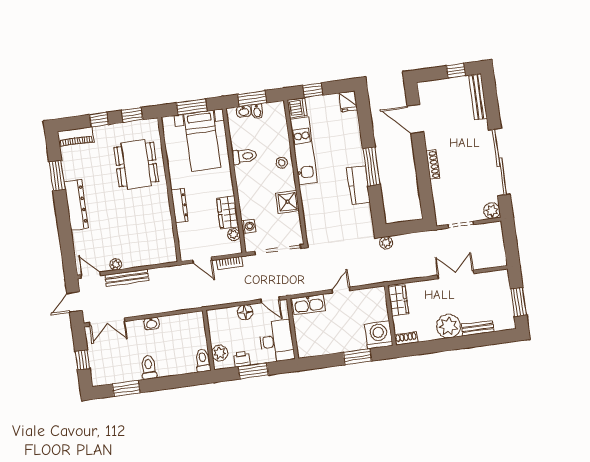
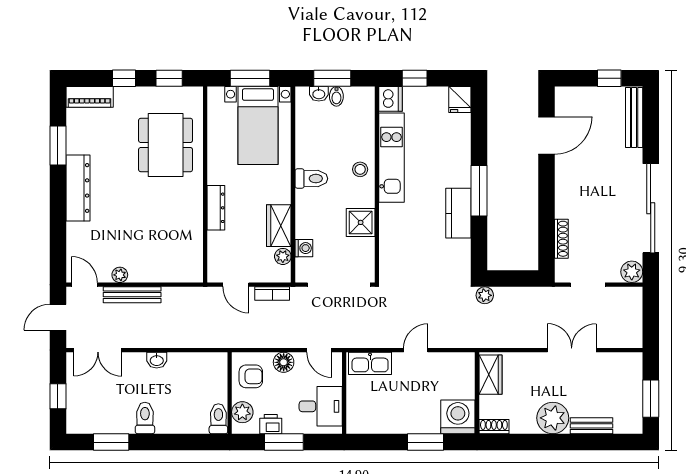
door: (415, 119) -> (546, 135), swing flipped
toilet: (244, 156) -> (311, 179), moved
shoe rack: (433, 165) -> (561, 239), moved
armchair: (222, 326) -> (251, 376), added
desk: (277, 341) -> (321, 406), width x0.73

